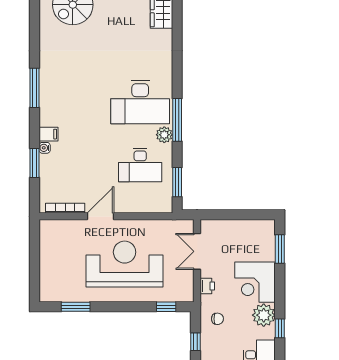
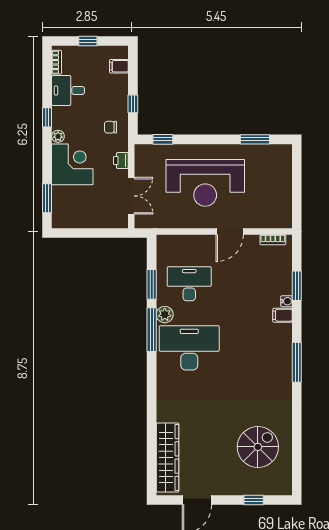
window: (177, 182) -> (152, 284), moved
bookcase: (65, 208) -> (273, 240), width x0.64
plant: (264, 315) -> (58, 136), width x0.53, depth x0.53

